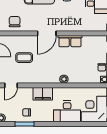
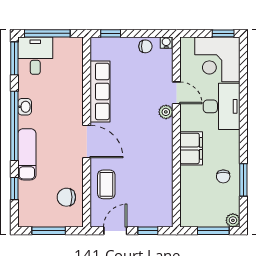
row of seats: (70, 41) -> (100, 91), width x1.48
coffee table: (24, 58) -> (106, 184), moved
door: (11, 85) -> (176, 93), moved

